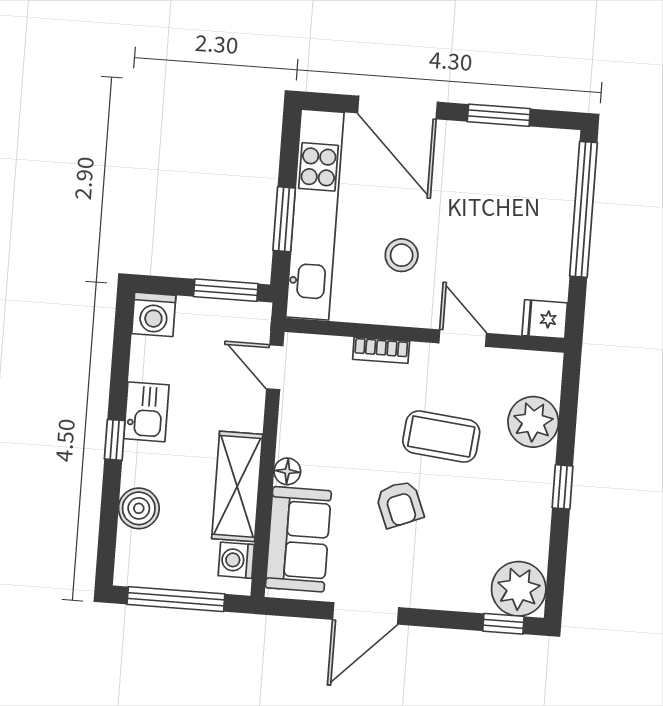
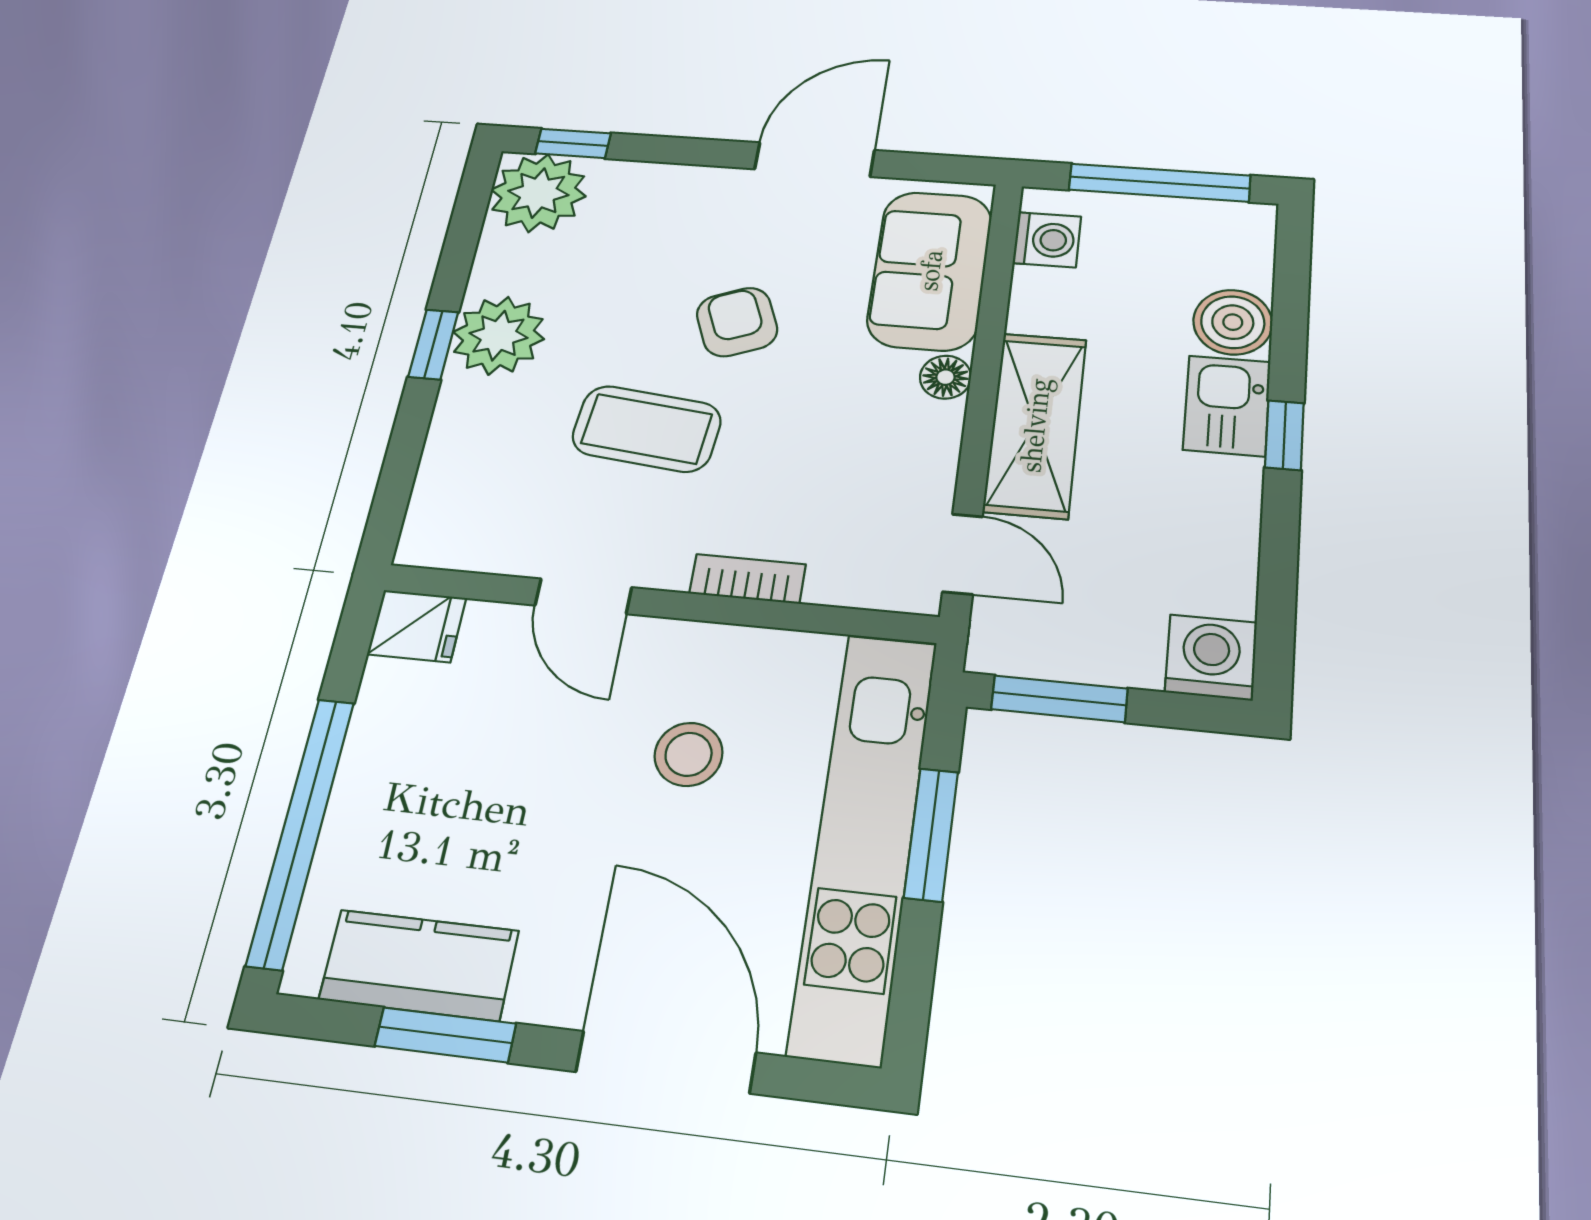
kitchen counter: (516, 147) -> (419, 965), added
kitchen sink: (146, 412) -> (1227, 406), moved
plant: (533, 422) -> (498, 336), moved
shelving: (237, 486) -> (1035, 425), moved

